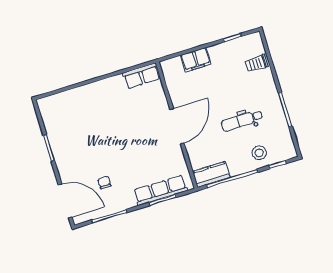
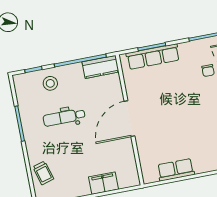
trolley: (257, 63) -> (43, 173), turned 74
row of seats: (142, 76) -> (176, 170), moved
dental chair: (242, 121) -> (64, 117), turned 180

